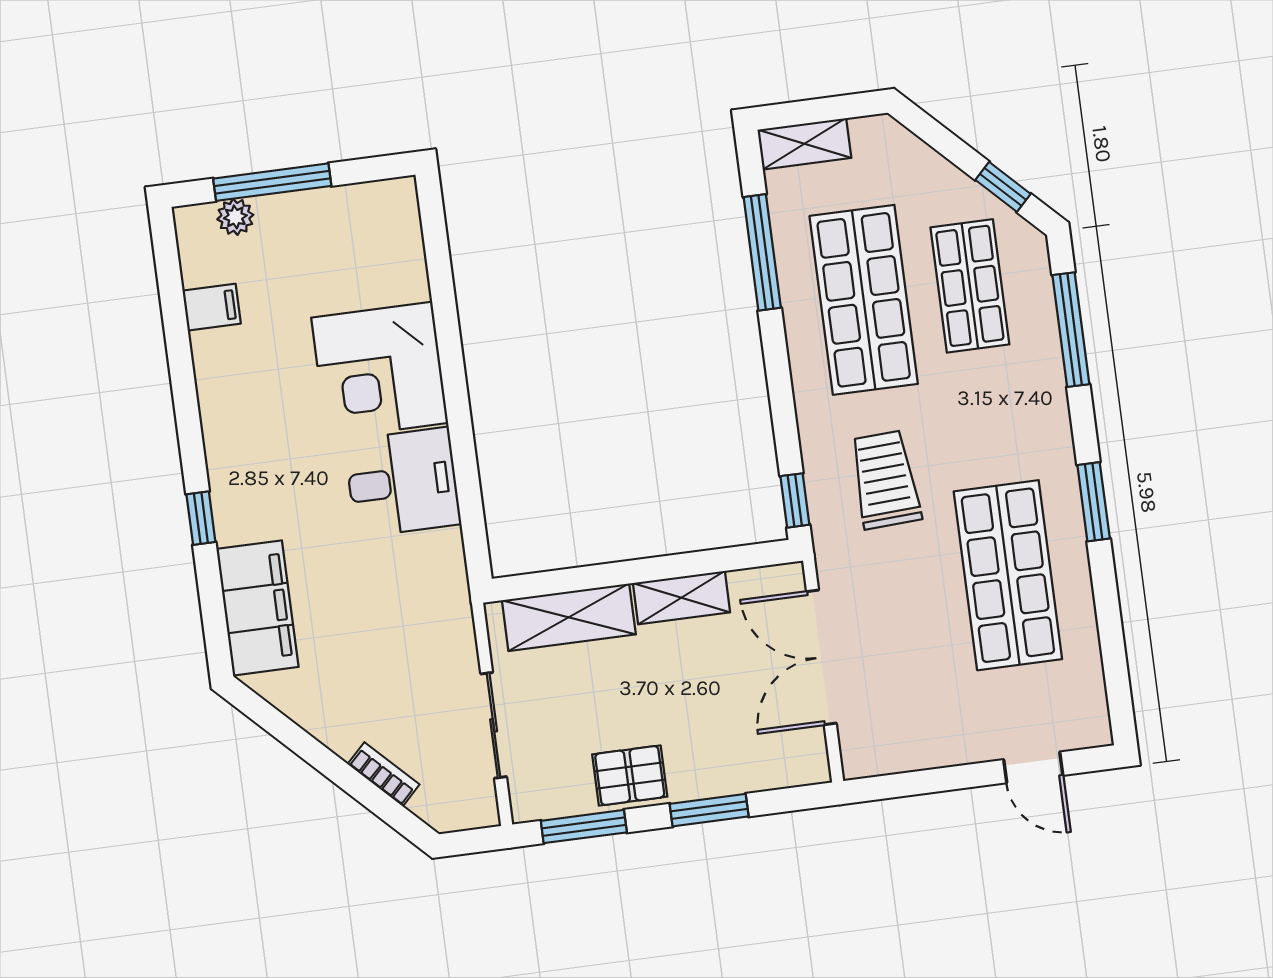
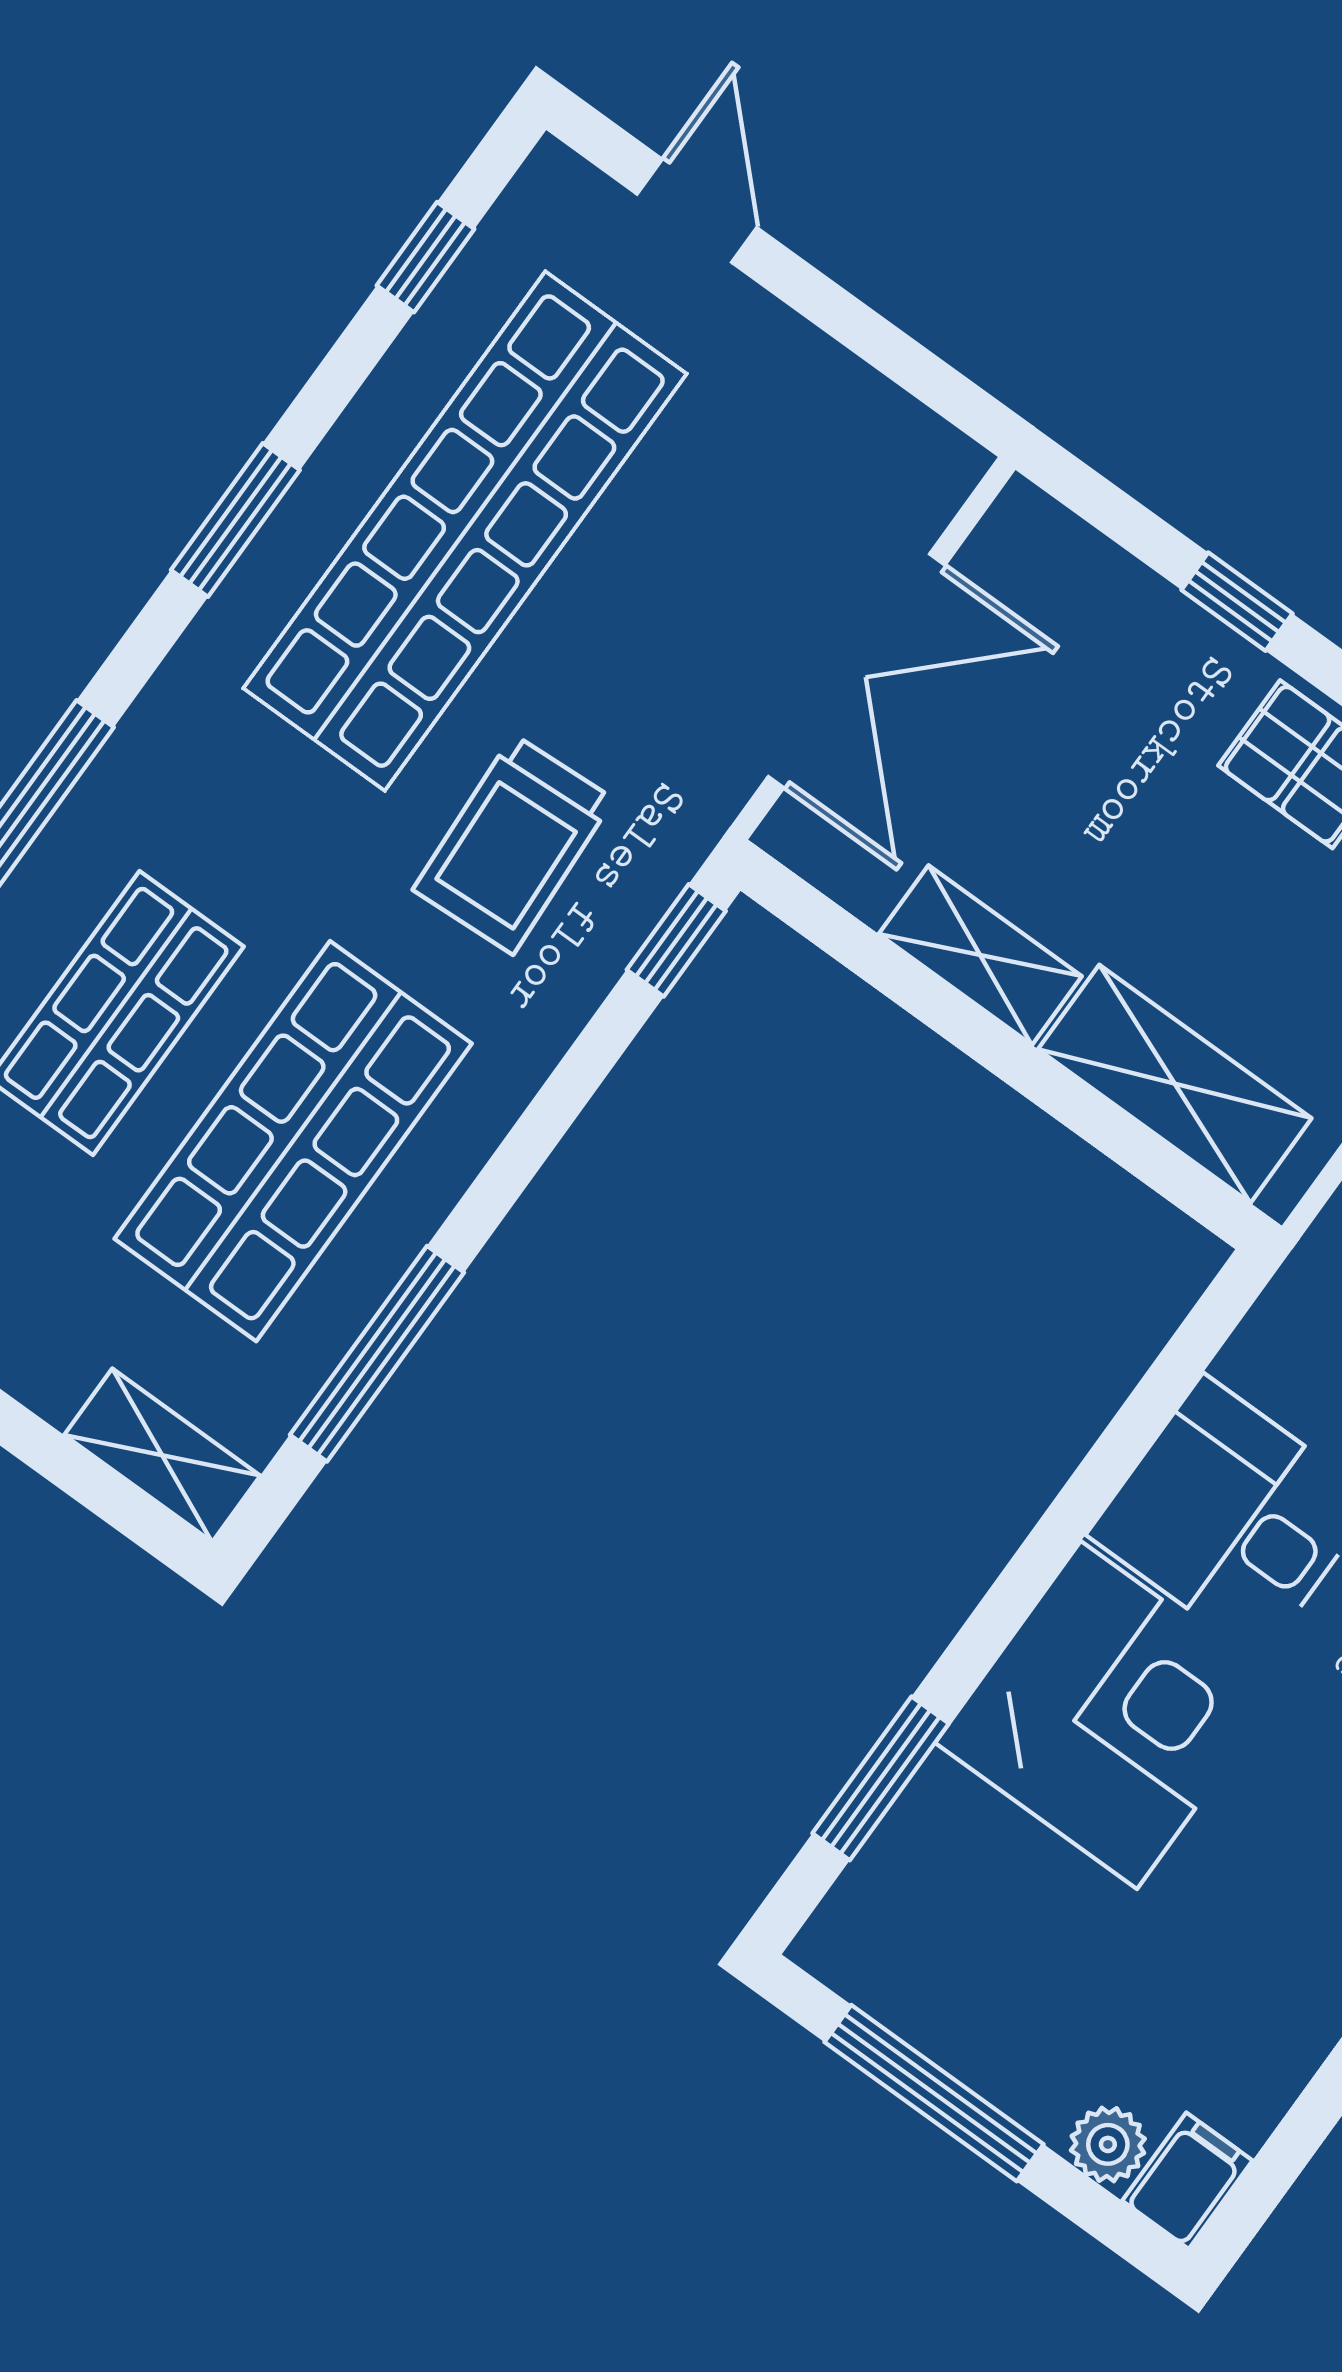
window: (272, 182) -> (934, 2093), moved
window: (440, 271) -> (881, 1778), added
filing cabinet: (212, 307) -> (1187, 2181), moved, turned 90
shop shelf: (1008, 575) -> (465, 531), width x1.40
window: (1114, 659) -> (426, 257), added
window: (709, 810) -> (1237, 602), width x0.67

